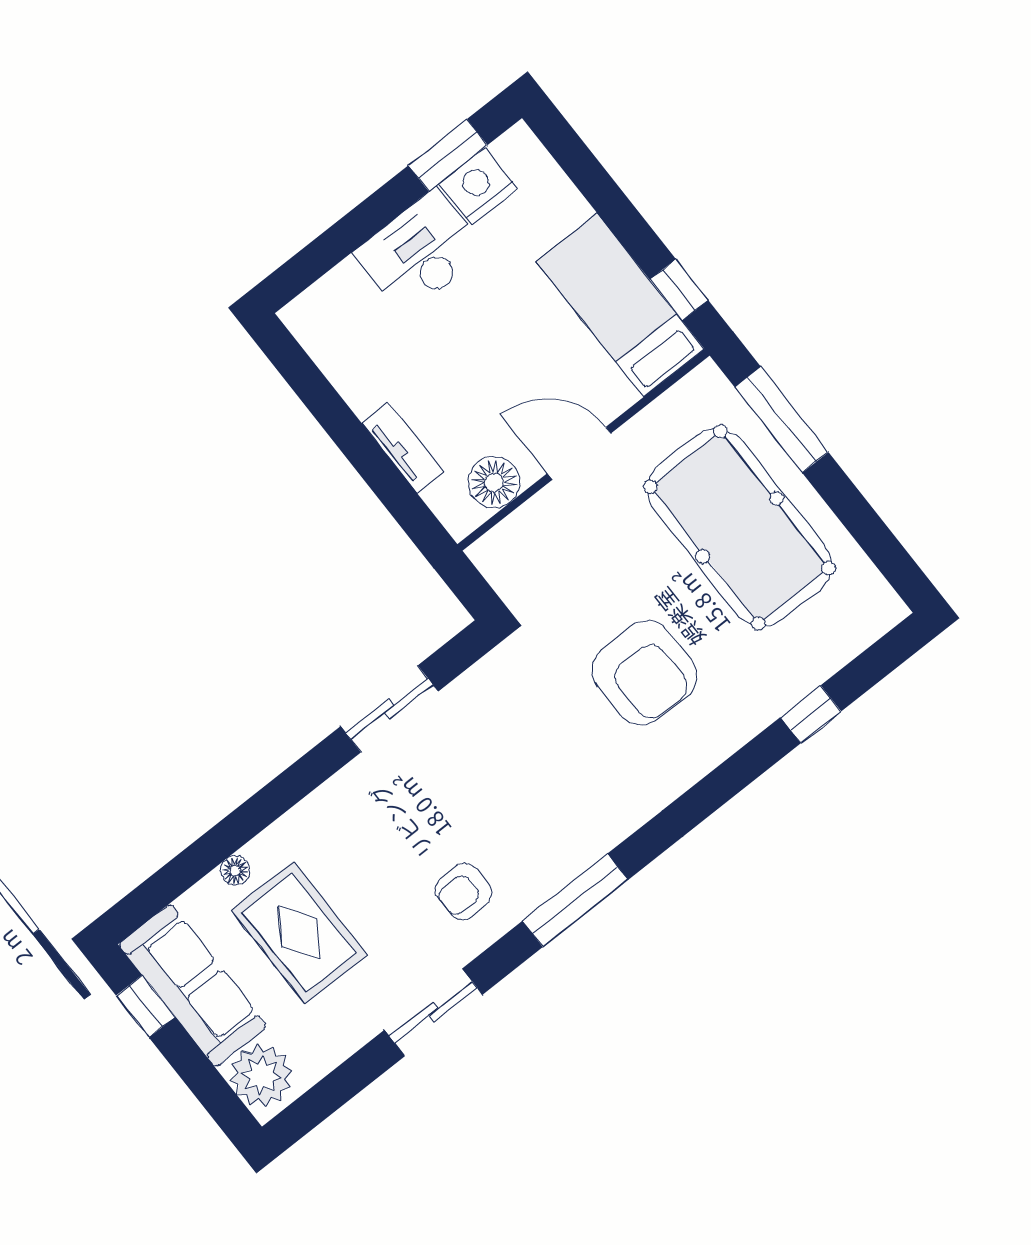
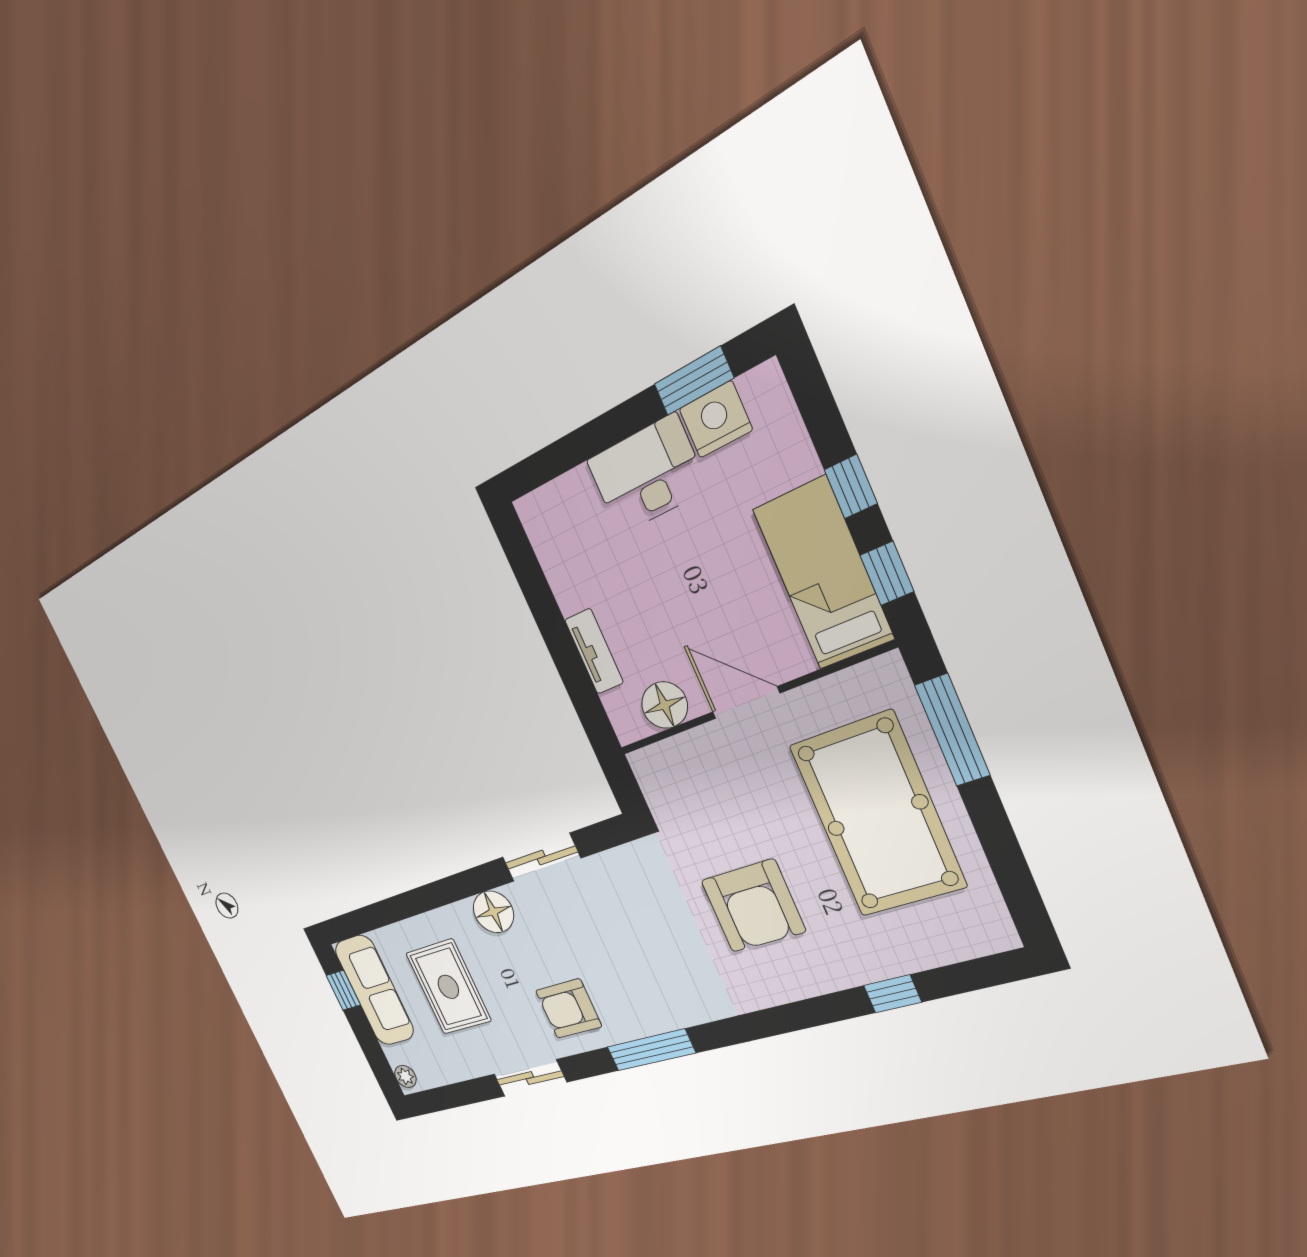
window: (623, 219) -> (851, 486), added
floor lamp: (235, 871) -> (493, 912), moved, width x1.89, depth x1.89
armchair: (463, 891) -> (569, 1009), width x1.38, depth x1.38
plant: (261, 1075) -> (405, 1076), width x0.53, depth x0.53

